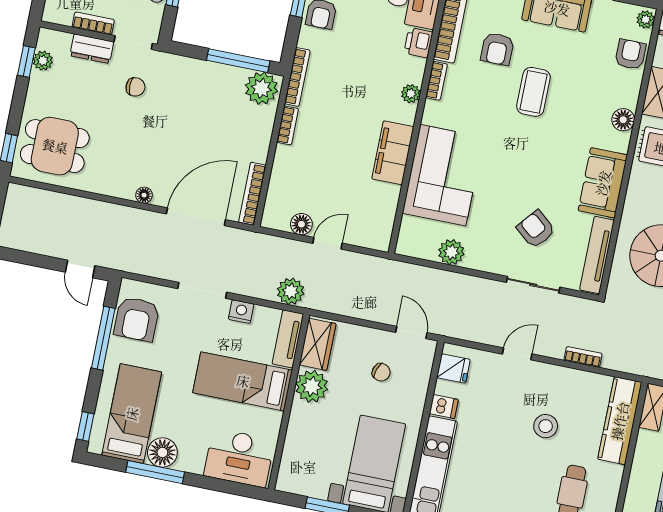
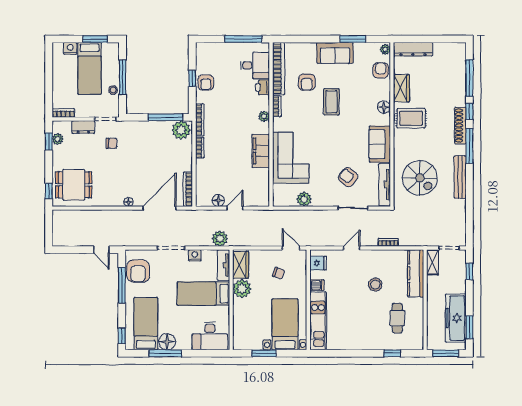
bookcase: (93, 23) -> (63, 113), moved

